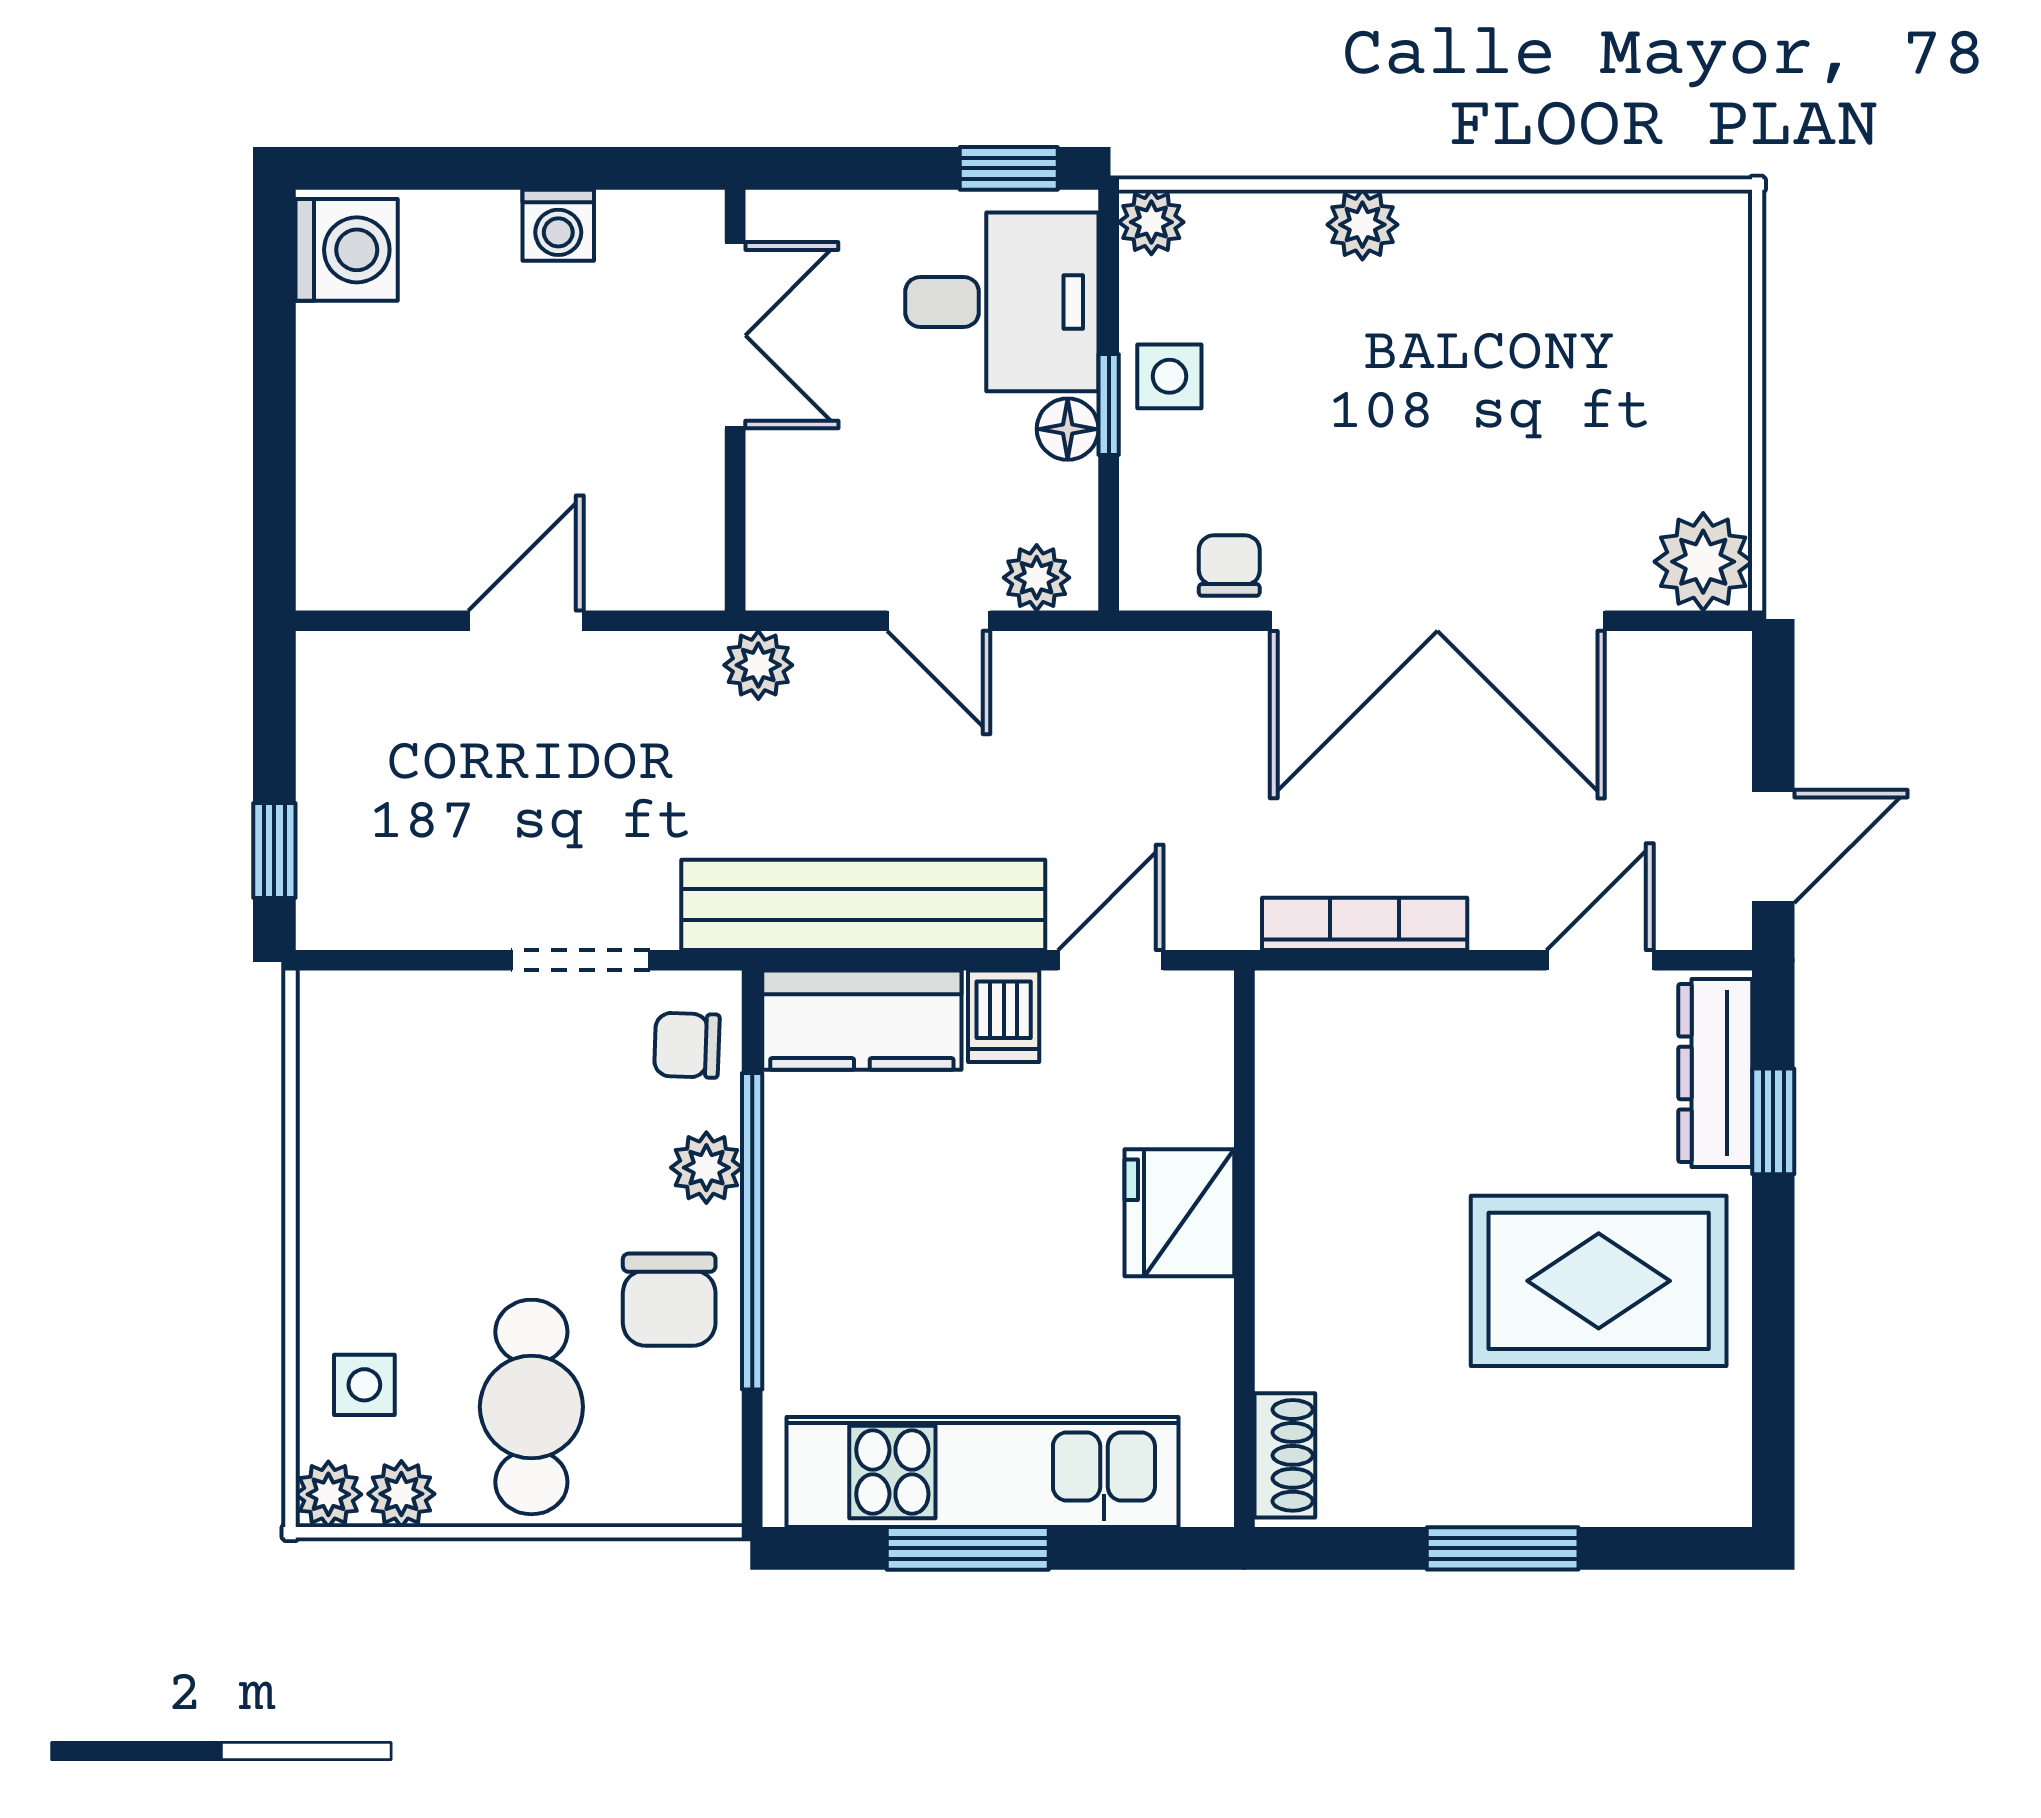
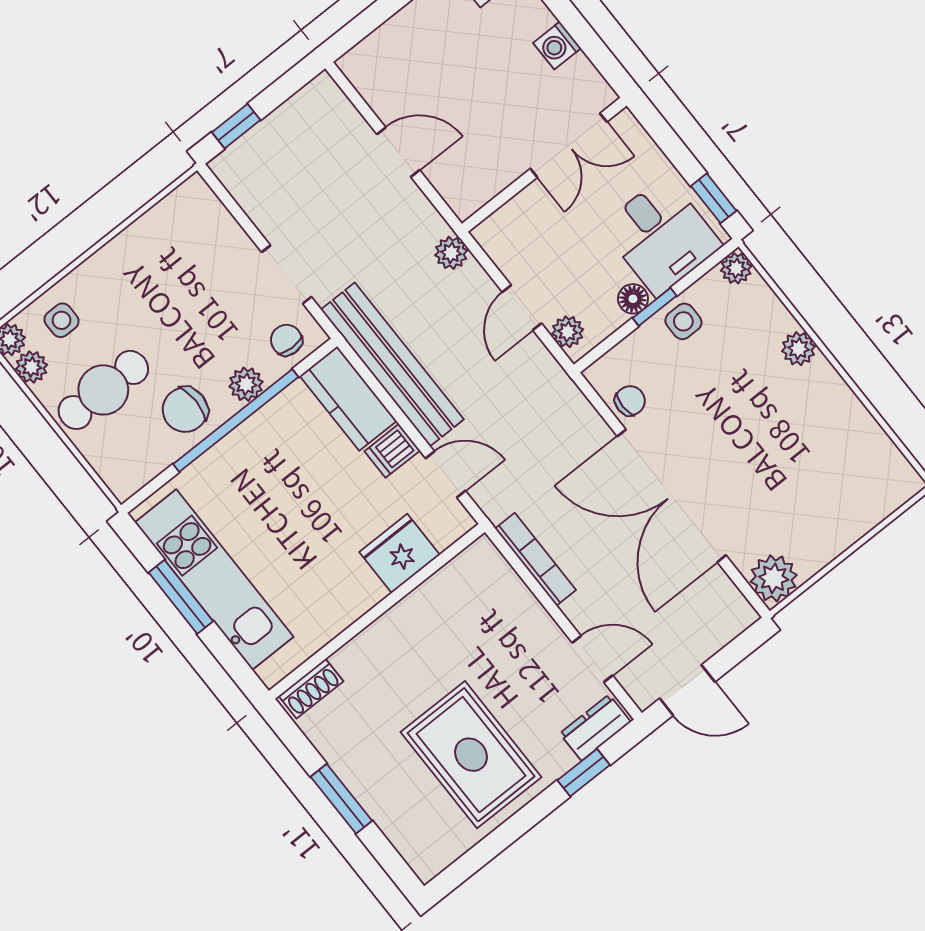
dresser: (1715, 1073) -> (595, 728), width x0.70
fridge: (1179, 1213) -> (400, 553), moved

